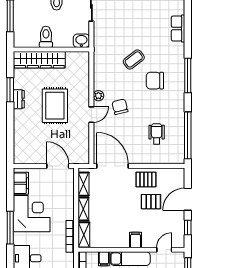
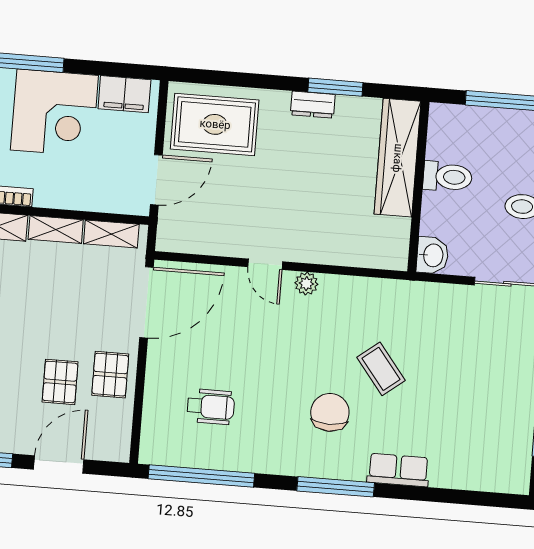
row of seats: (178, 28) -> (398, 470), moved
rug: (55, 106) -> (215, 124), moved
chair: (120, 107) -> (278, 330), removed
door: (188, 199) -> (59, 465), hinge flipped

